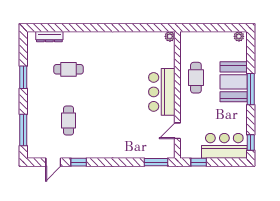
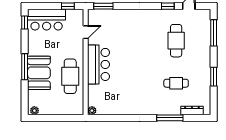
window: (76, 28) -> (170, 118), added
cafe table: (196, 78) -> (70, 76), width x1.37, depth x1.35
cafe table: (69, 121) -> (176, 41), width x1.37, depth x1.35

